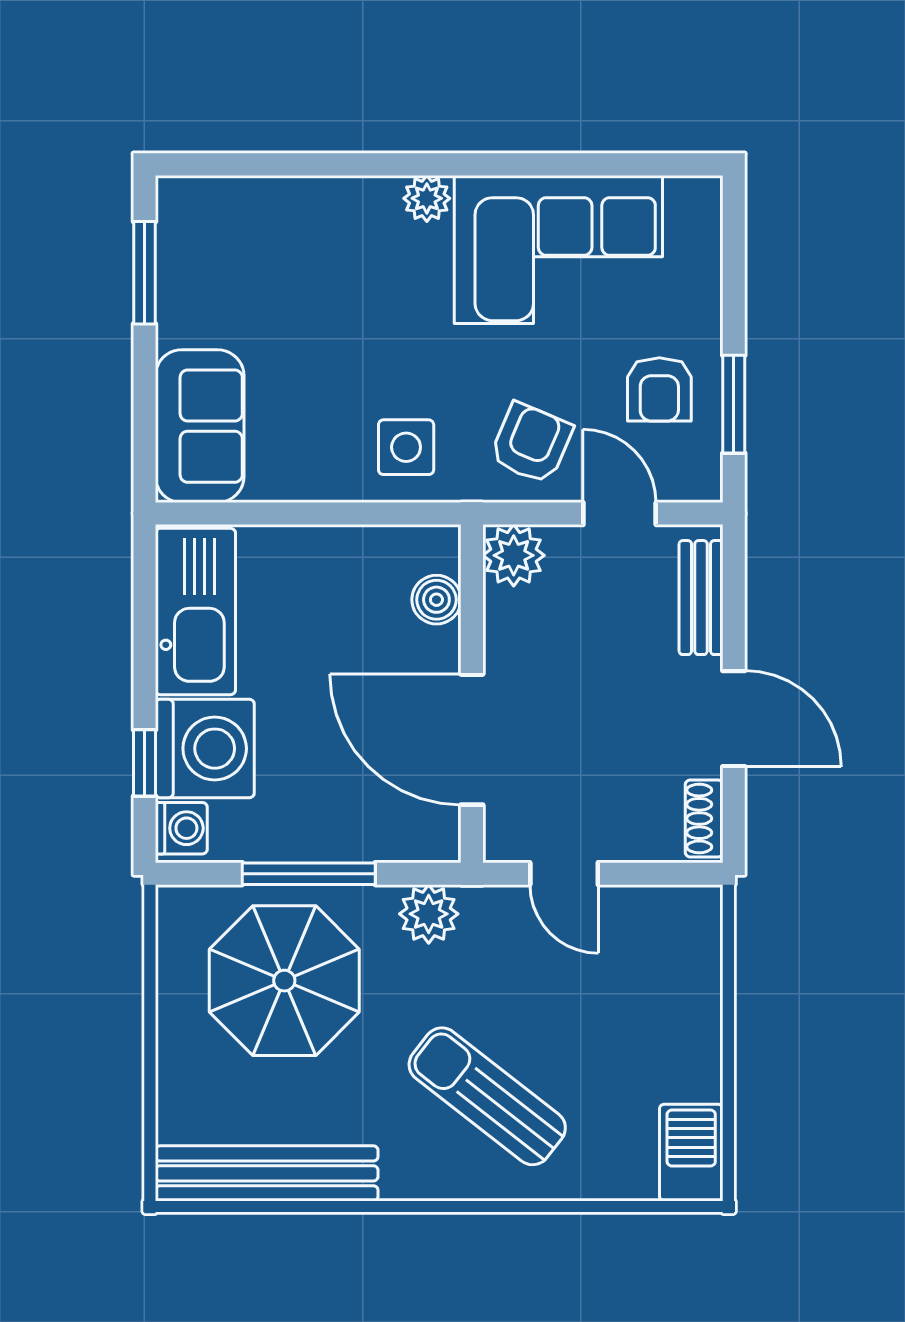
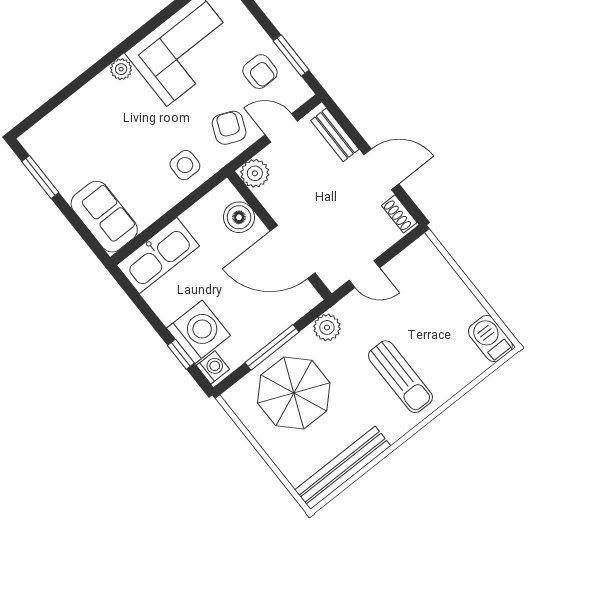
boiler: (436, 600) -> (239, 217), width x1.36, depth x1.36
kitchen sink: (195, 612) -> (158, 255), moved, turned 90
sun lounger: (487, 1096) -> (400, 377), turned -128

